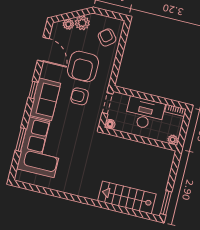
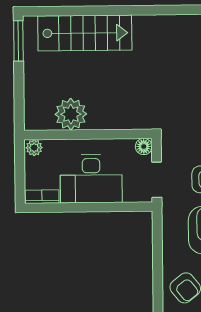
plant: (147, 153) -> (71, 114), added

